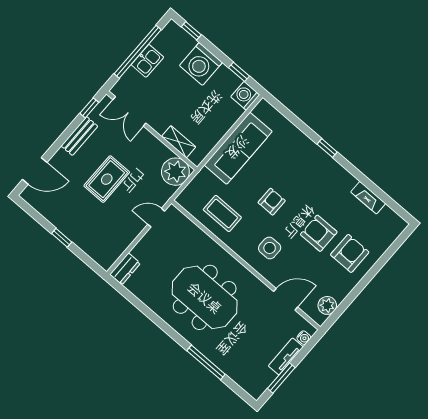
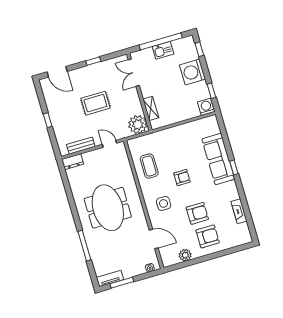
window: (89, 108) -> (93, 61), moved
bench: (79, 136) -> (81, 146), moved
sofa: (238, 148) -> (218, 159), moved, turned 90
armchair: (319, 233) -> (197, 213), turned 90
plant: (327, 305) -> (185, 255), moved
tv unit: (286, 356) -> (110, 279), moved

